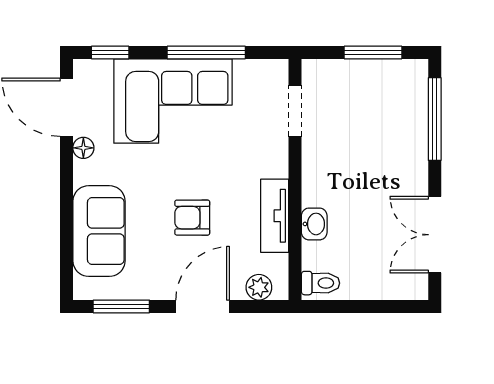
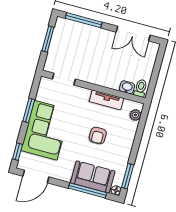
window: (206, 52) -> (29, 110), width x0.69
floor lamp: (83, 148) -> (116, 190), moved
washbasin: (314, 224) -> (127, 87), moved
window: (66, 227) -> (87, 190), added
door: (203, 306) -> (137, 141), removed

